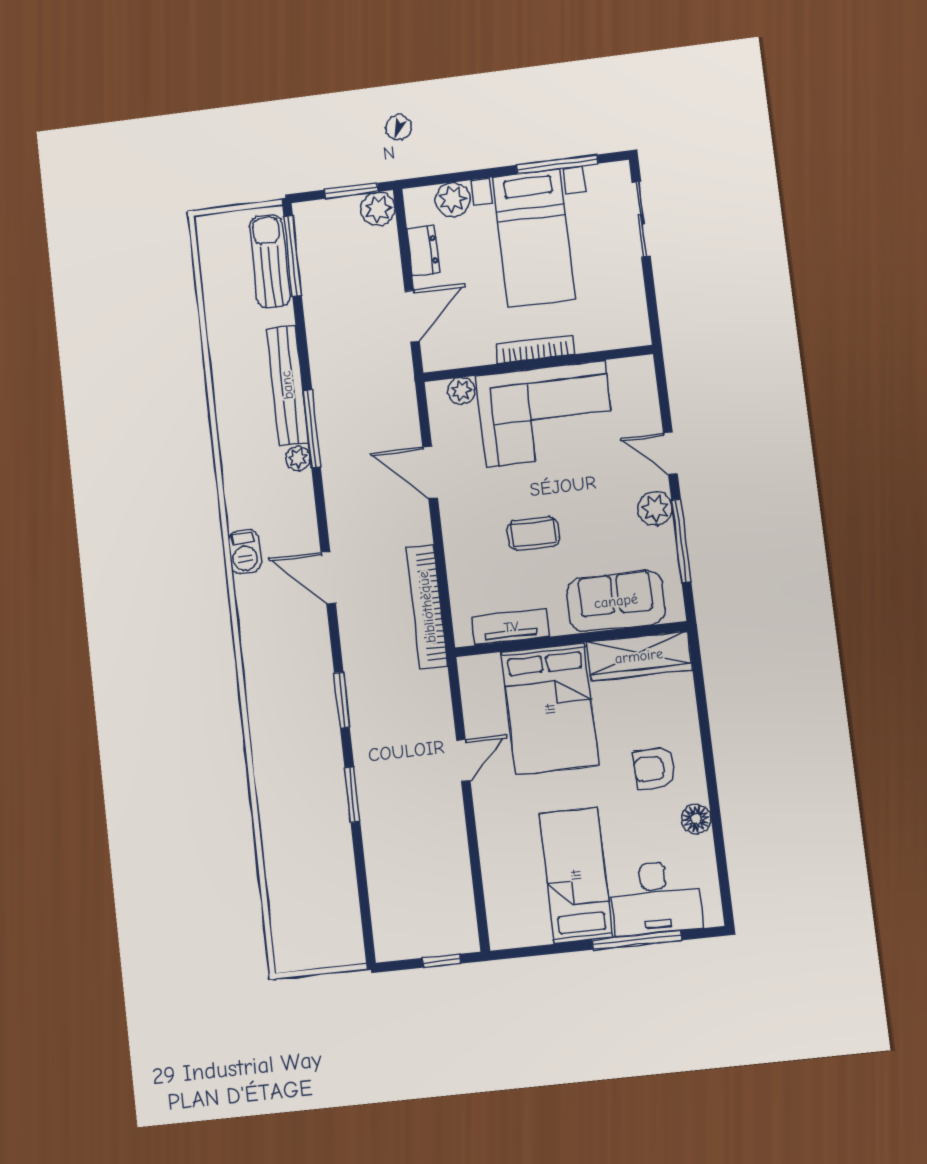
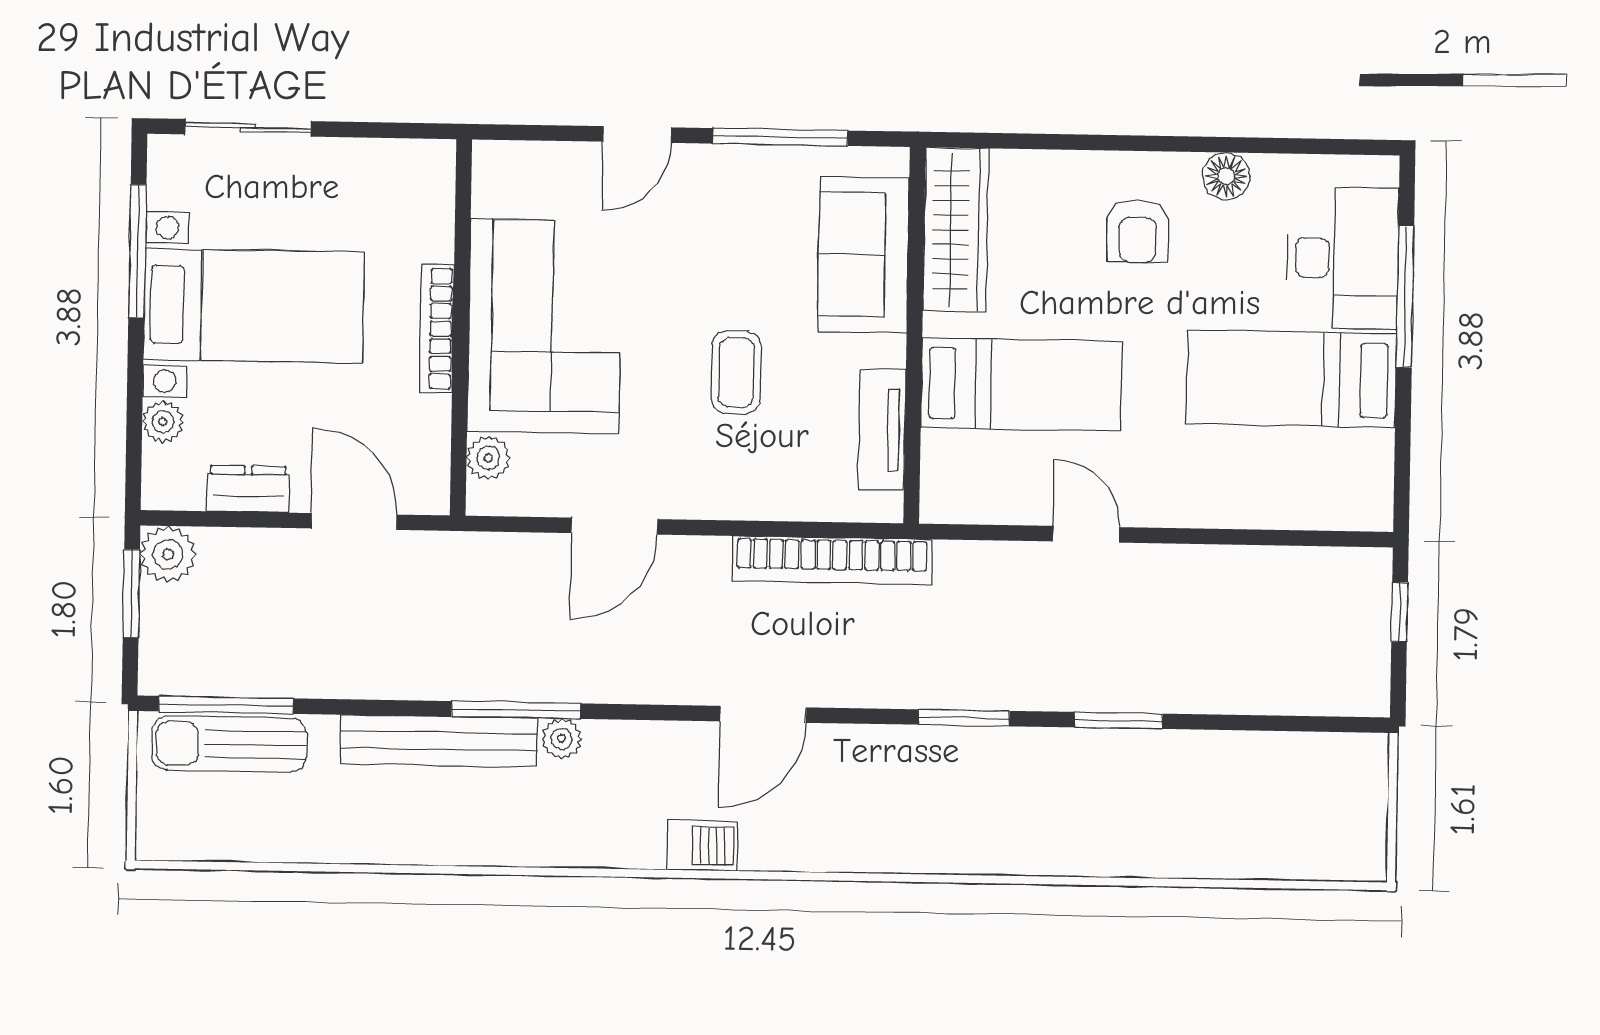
plant: (453, 200) -> (163, 422), width x0.73, depth x0.73
plant: (655, 508) -> (723, 172), removed
bed: (550, 709) -> (1021, 384), width x0.67

